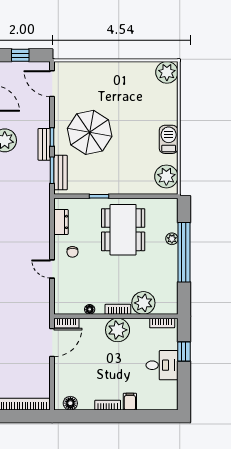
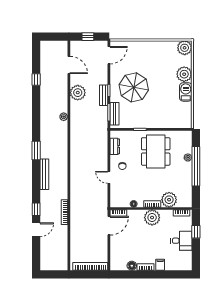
door: (52, 84) -> (109, 55), swing flipped
plant: (166, 176) -> (184, 74), moved
floor lamp: (70, 403) -> (132, 266), moved

